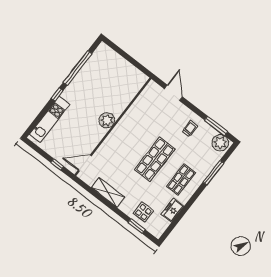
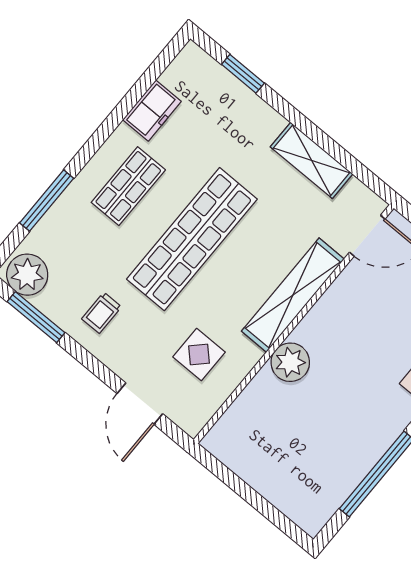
plant: (107, 120) -> (290, 362), moved
shelving: (114, 138) -> (293, 295), added
shop shelf: (155, 159) -> (192, 239), width x1.40
display table: (143, 212) -> (199, 355), moved

